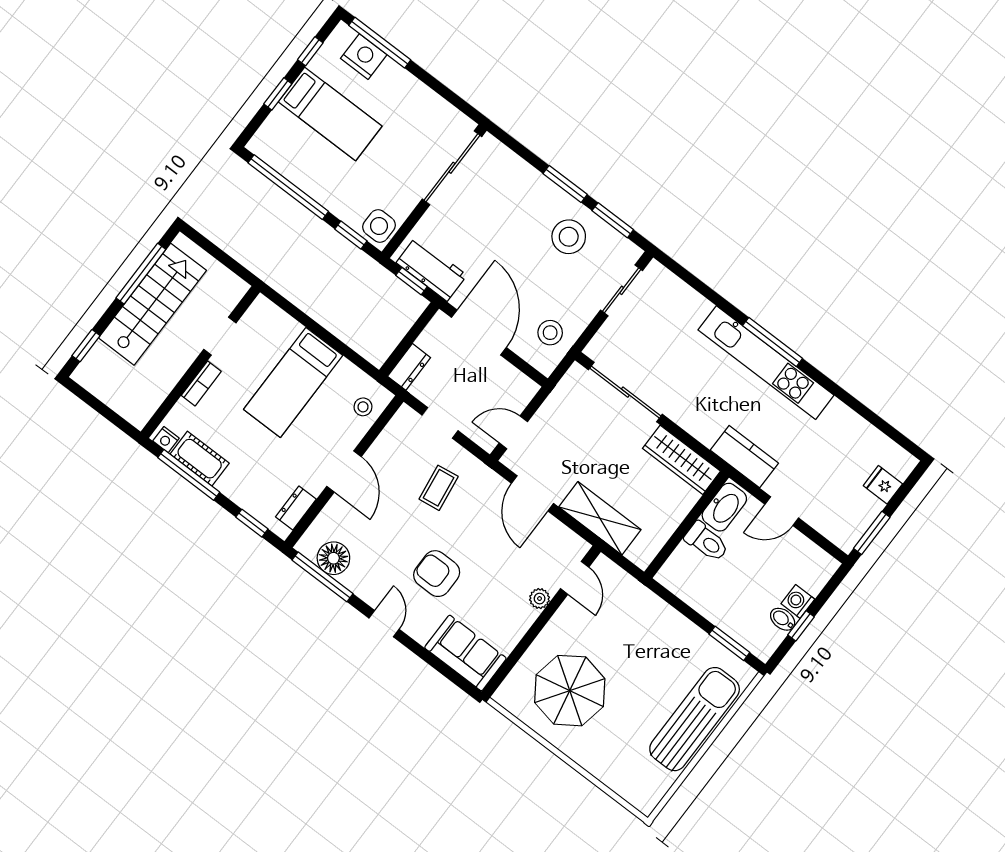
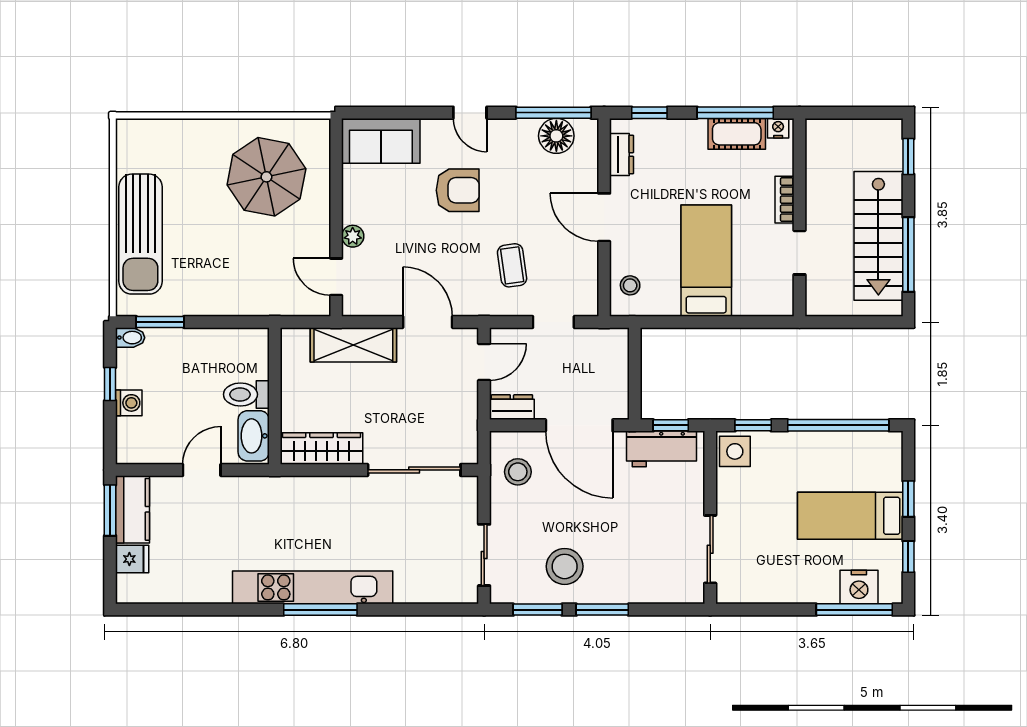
sliding door: (452, 168) -> (710, 549), width x0.73
dresser: (409, 367) -> (512, 407), moved, turned 90
kitchen counter: (744, 457) -> (132, 509), moved, turned -90
bidet: (783, 619) -> (130, 338), moved

